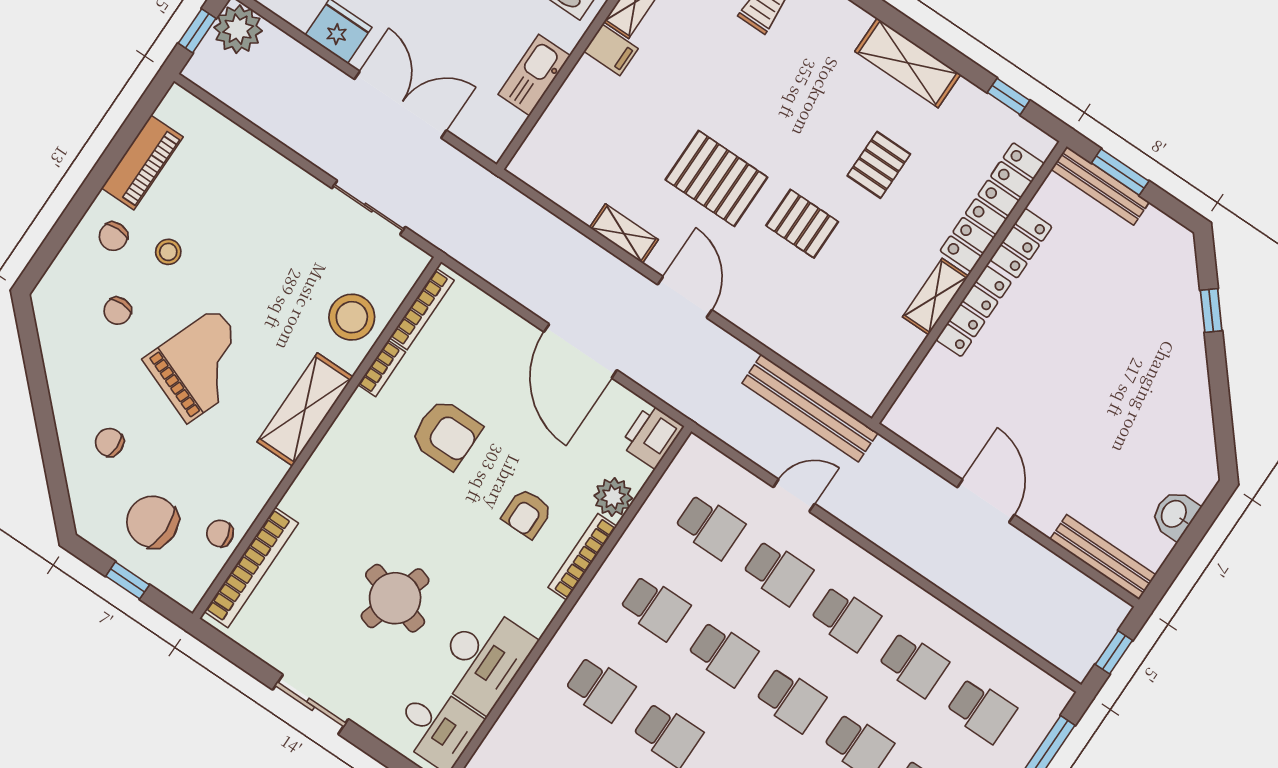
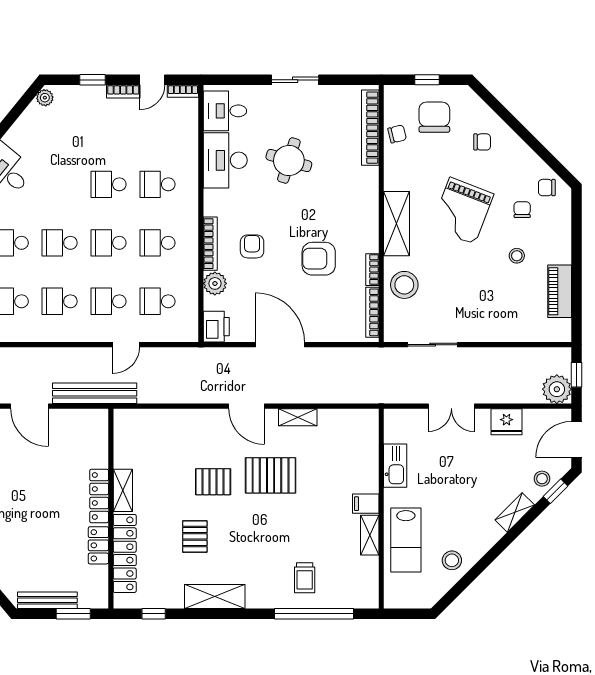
double door: (400, 105) -> (451, 406), width x0.73
bench: (1100, 186) -> (47, 600), moved
chair: (113, 236) -> (547, 188), moved, turned -90
bench: (810, 408) -> (95, 393), moved
chair: (152, 522) -> (434, 117), turned -90

